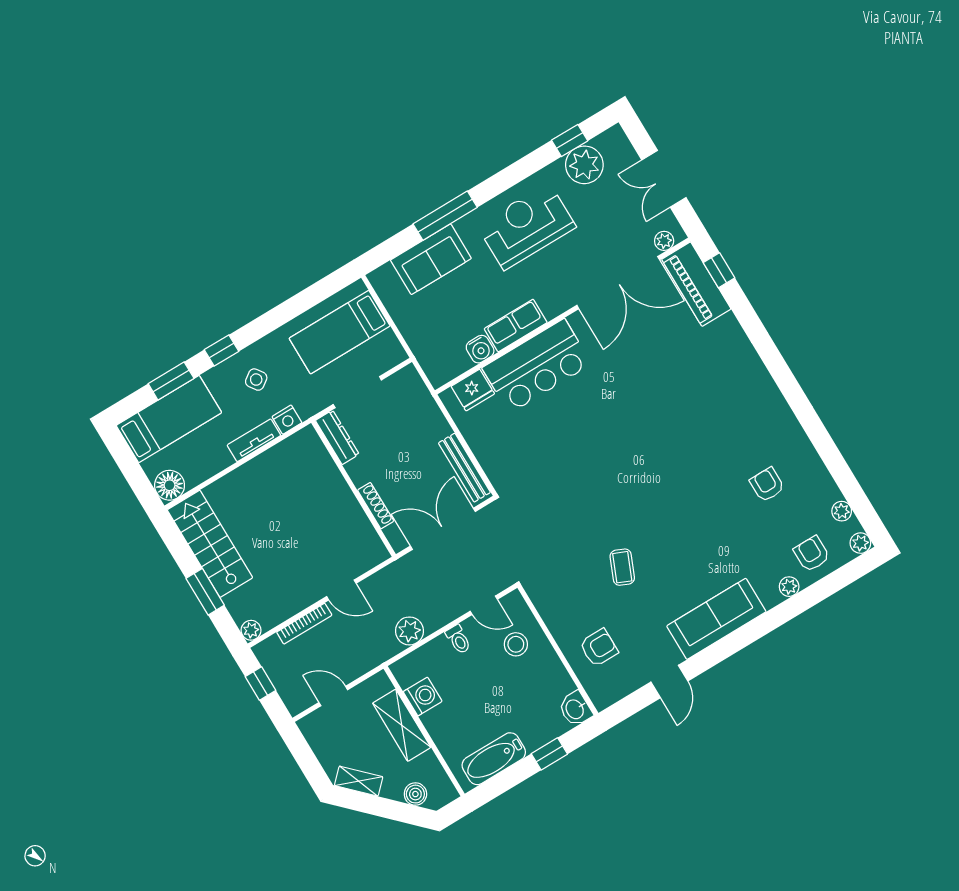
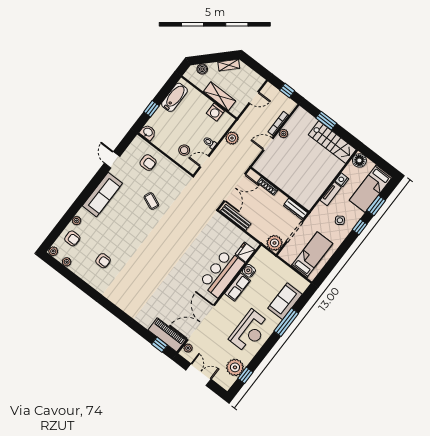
plant: (406, 385) -> (275, 243), added
nightstand: (287, 420) -> (342, 180), moved
plant: (251, 630) -> (283, 134), moved
armchair: (599, 648) -> (148, 163), turned -90

